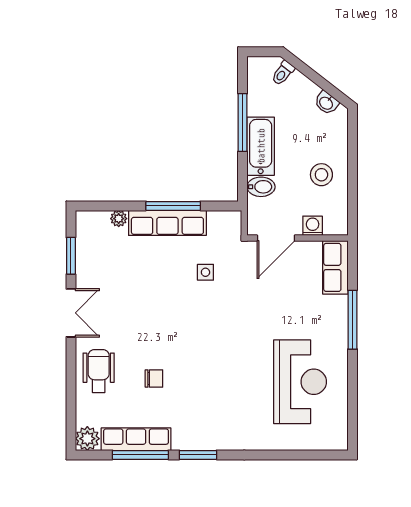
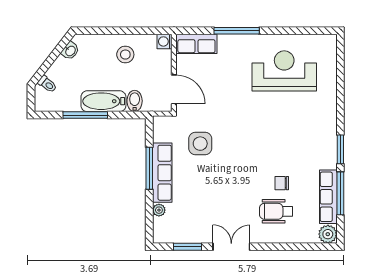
washing machine: (313, 226) -> (165, 41), moved
side table: (205, 272) -> (200, 144), width x1.87, depth x1.87
wheelchair: (99, 371) -> (276, 211), moved
chair: (154, 378) -> (282, 183), turned -90

